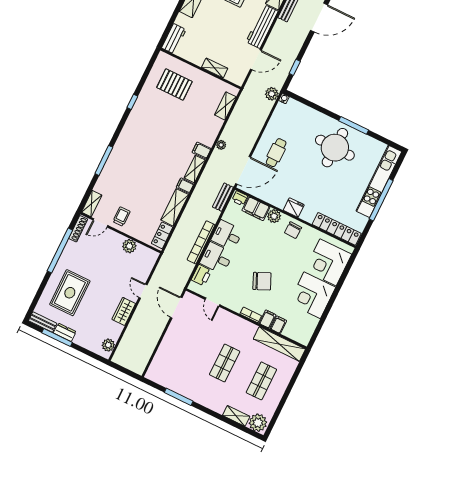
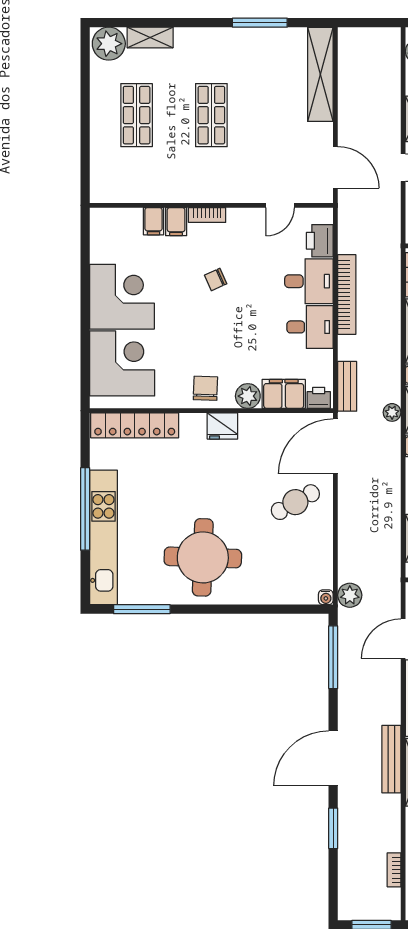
window: (295, 67) -> (333, 657), width x2.17
window: (354, 125) -> (142, 609), moved
plant: (221, 145) -> (392, 412), moved
cafe table: (276, 153) -> (295, 502), turned 61
chair: (262, 281) -> (216, 279), width x0.54, depth x0.54
door: (212, 302) -> (280, 205), swing flipped
shelving: (279, 344) -> (320, 74), moved, turned 90

